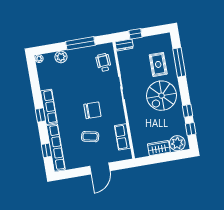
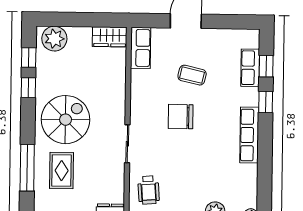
window: (40, 115) -> (266, 102), moved
row of seats: (122, 137) -> (141, 48), moved
row of seats: (56, 148) -> (250, 68), width x0.50
wardrobe: (159, 148) -> (110, 37), moved

